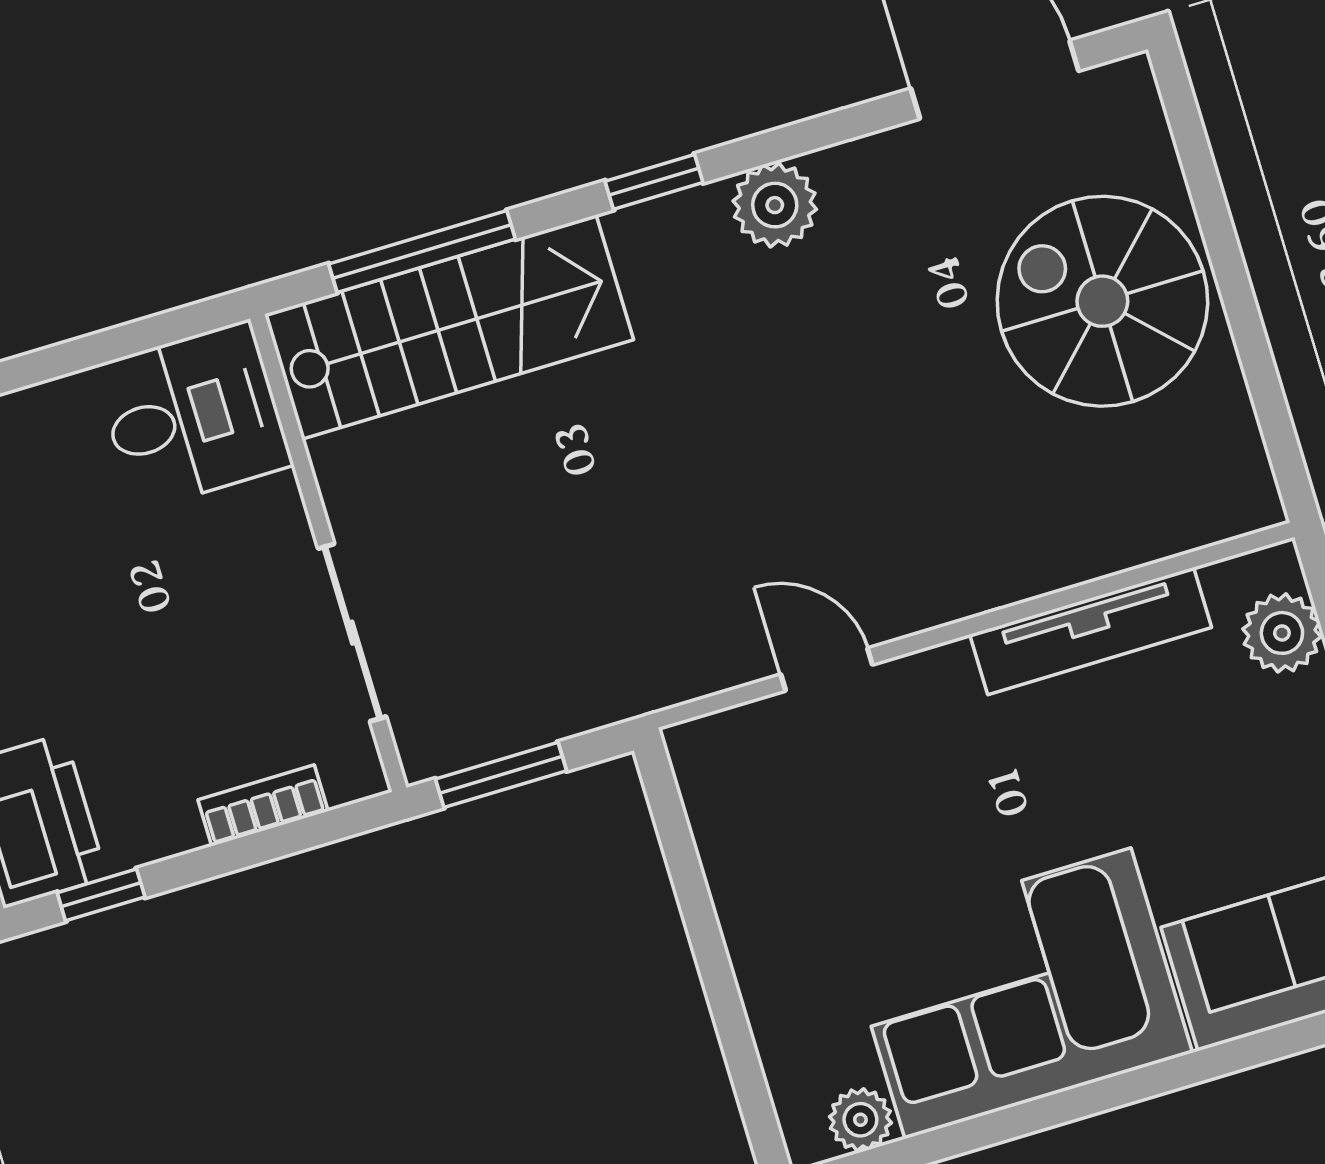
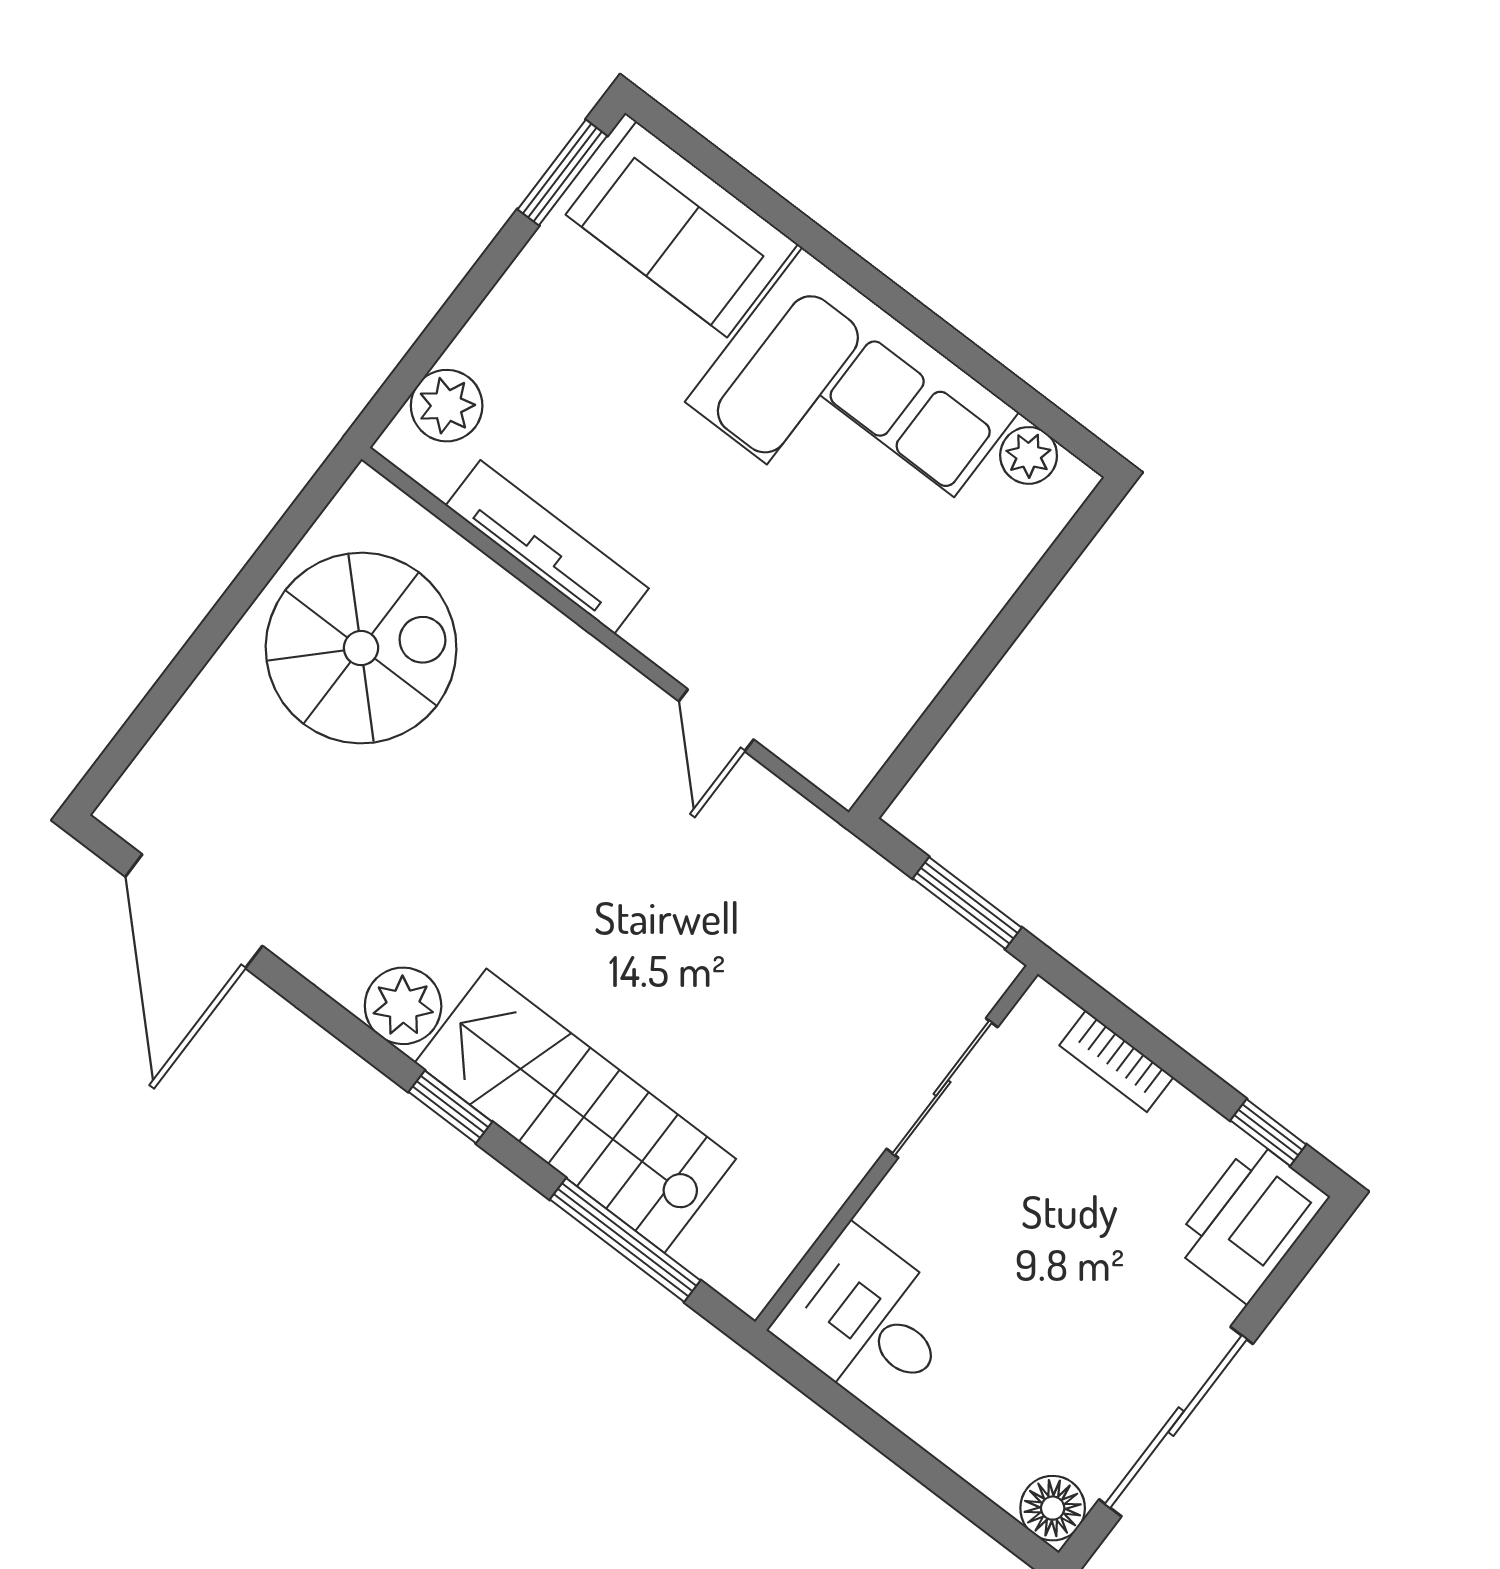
spiral stairs: (1102, 301) -> (361, 648), moved, turned -90
stairs: (449, 327) -> (575, 1111), moved

